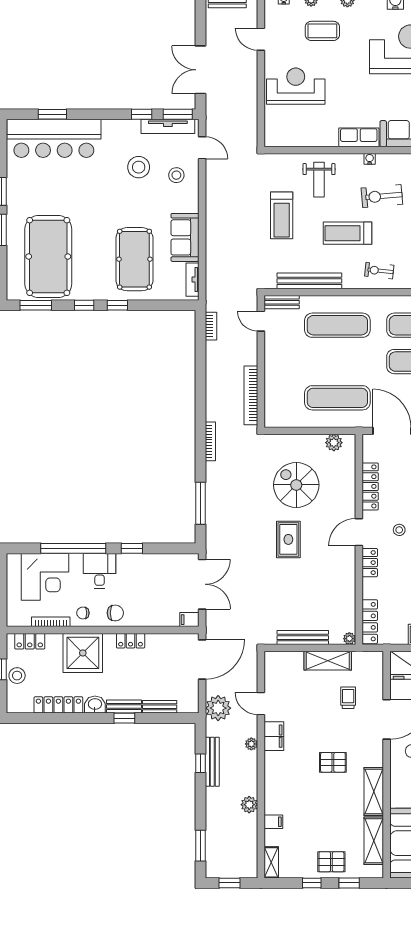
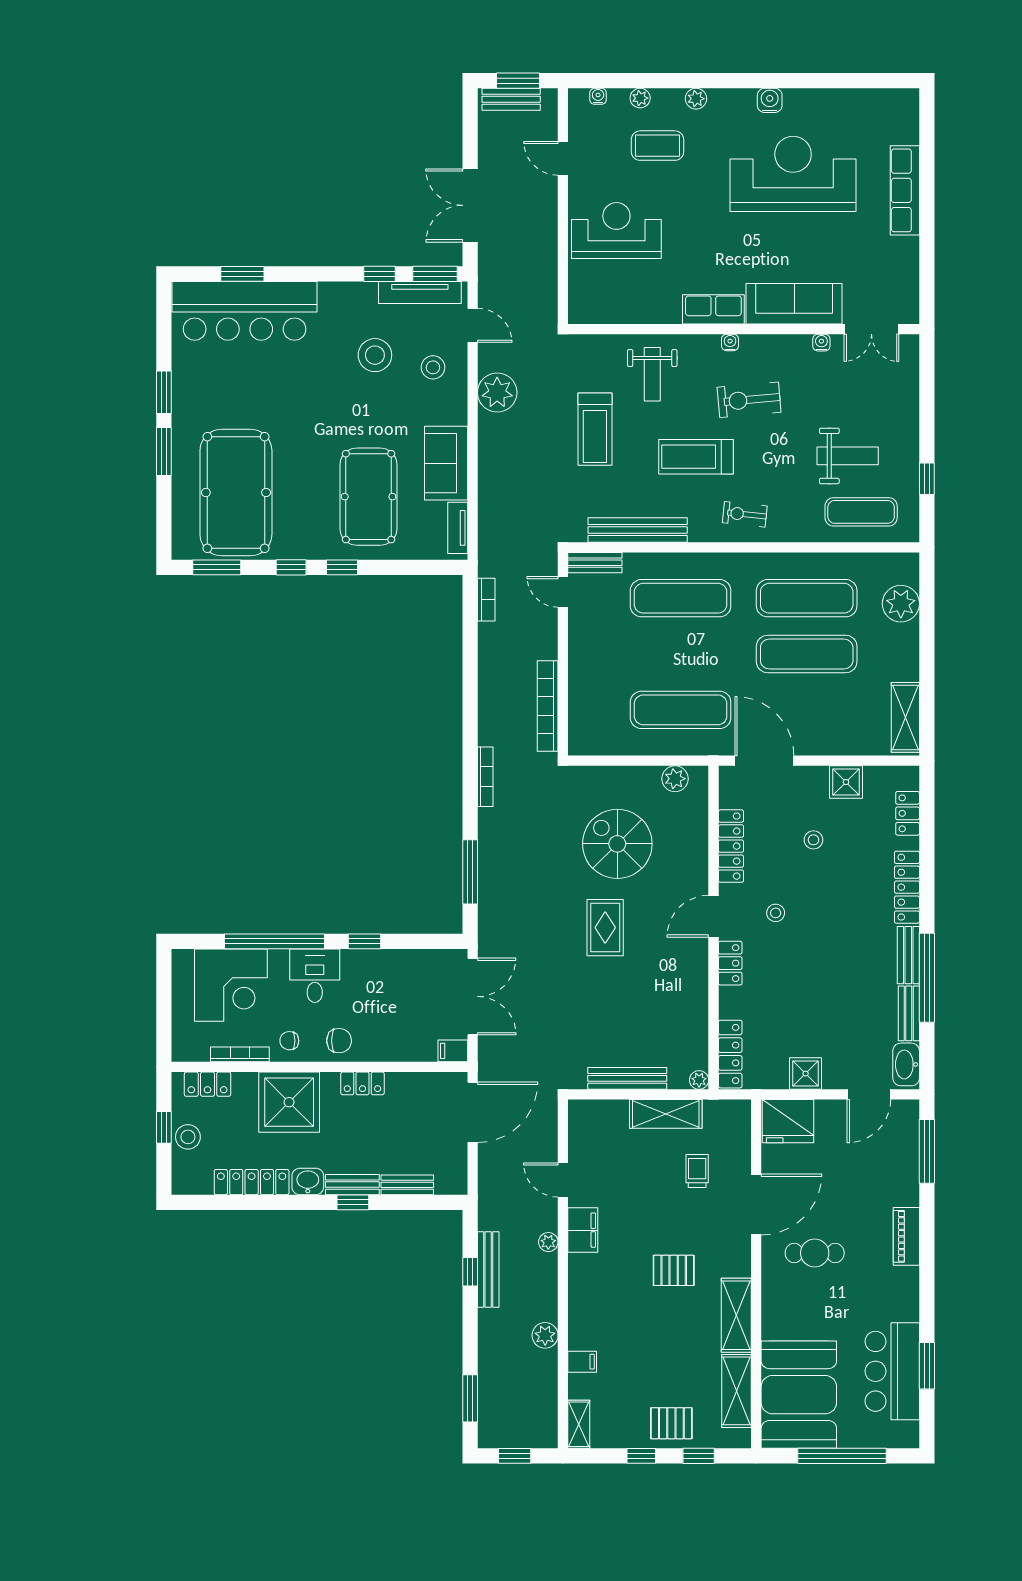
plant: (218, 708) -> (497, 393), moved

